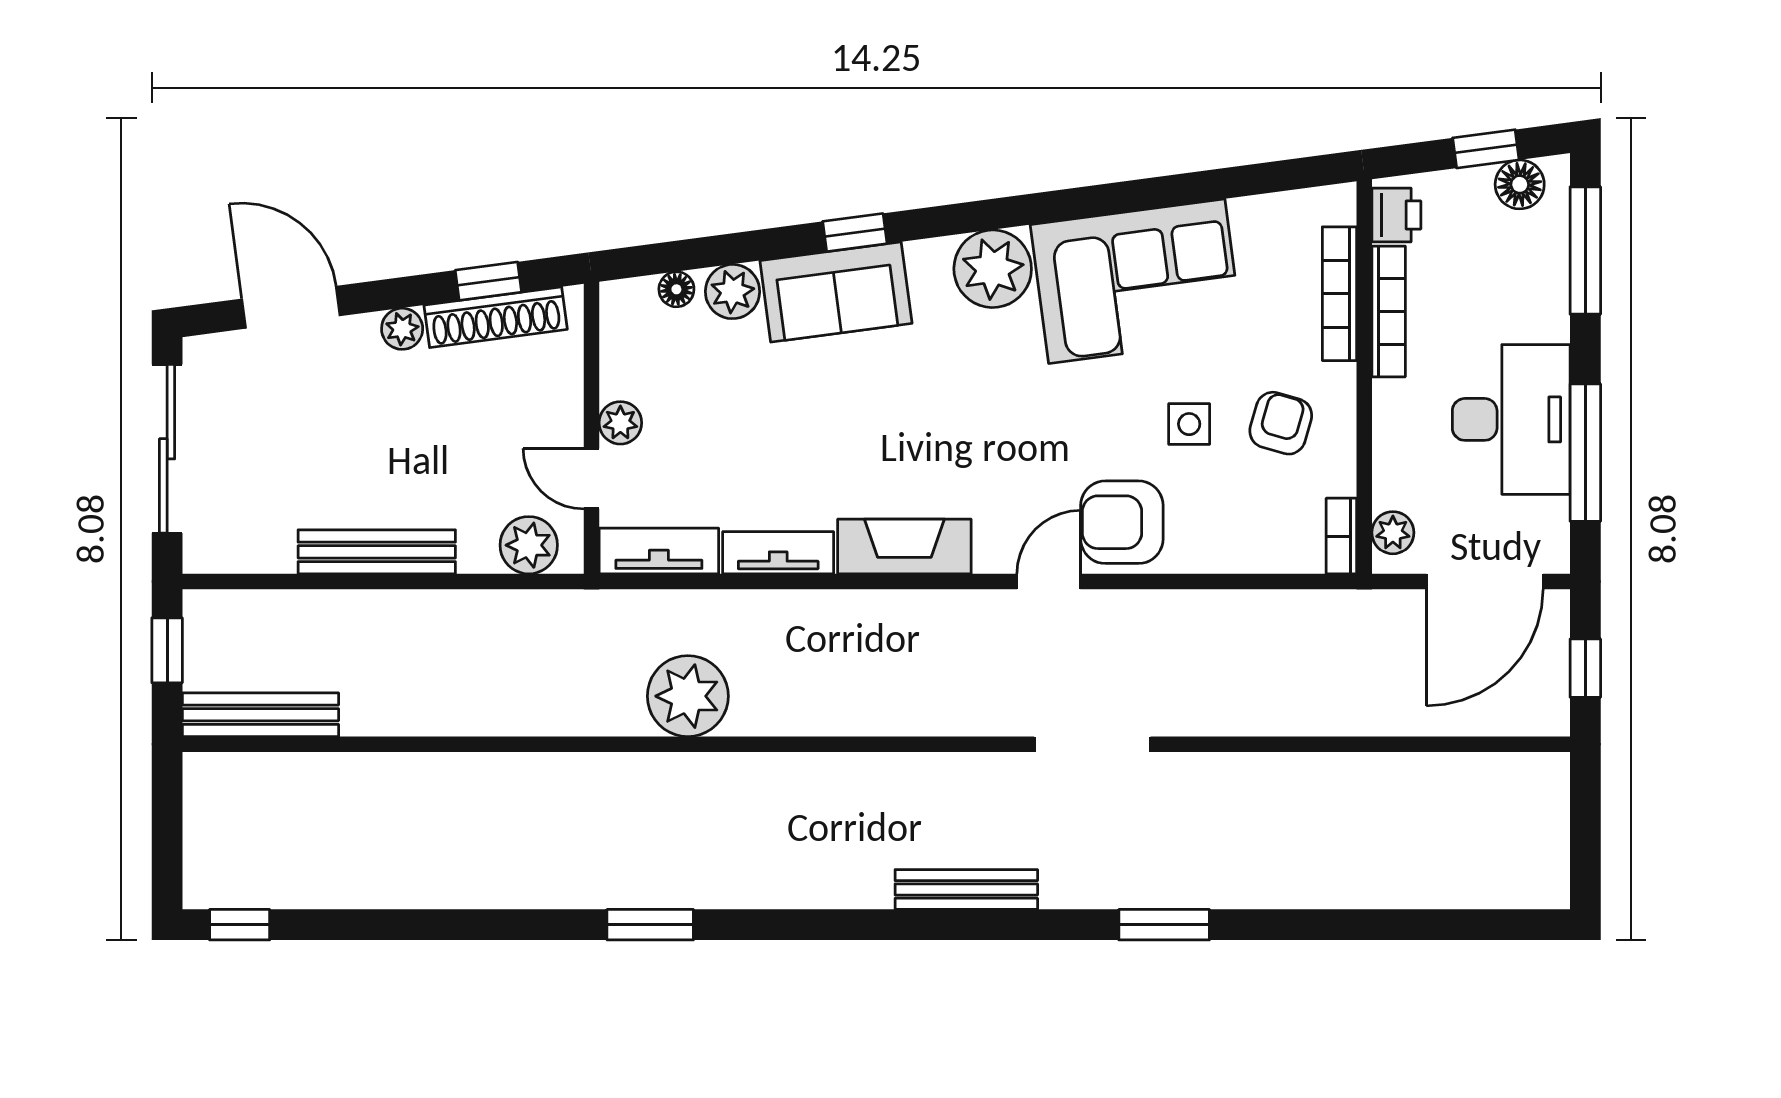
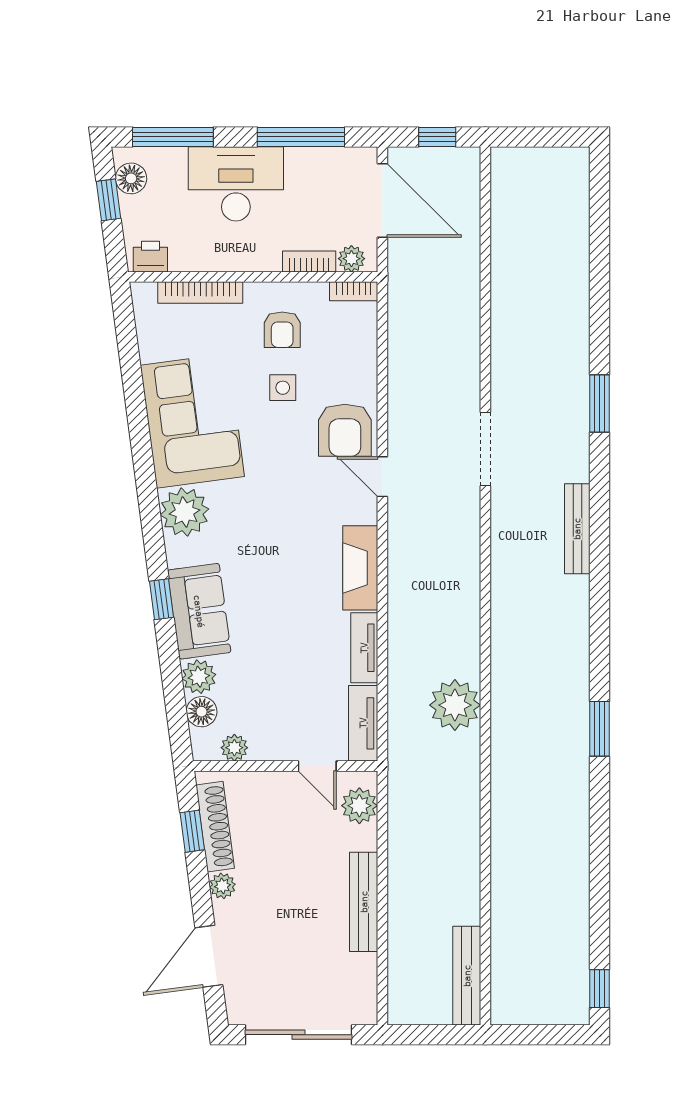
floor lamp: (676, 289) -> (202, 712), width x1.37, depth x1.37
bookcase: (1389, 311) -> (309, 261), moved, width x0.64
desk: (1511, 419) -> (236, 184), moved
plant: (620, 423) -> (234, 748), moved
armchair: (1281, 423) -> (282, 330), turned -106
door: (591, 479) -> (317, 766), hinge flipped
window: (167, 650) -> (426, 1035), removed

